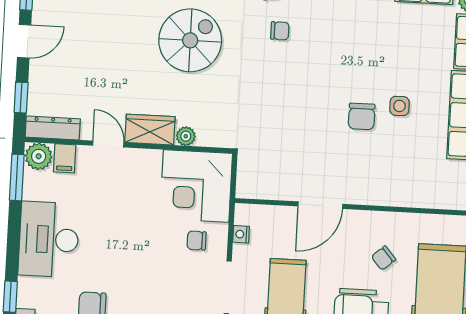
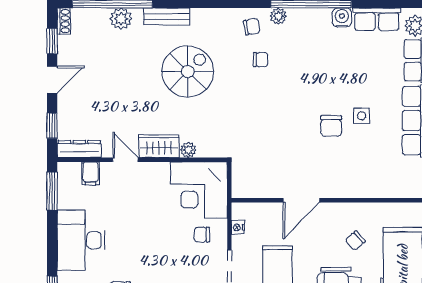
plant: (39, 156) -> (69, 173), removed

